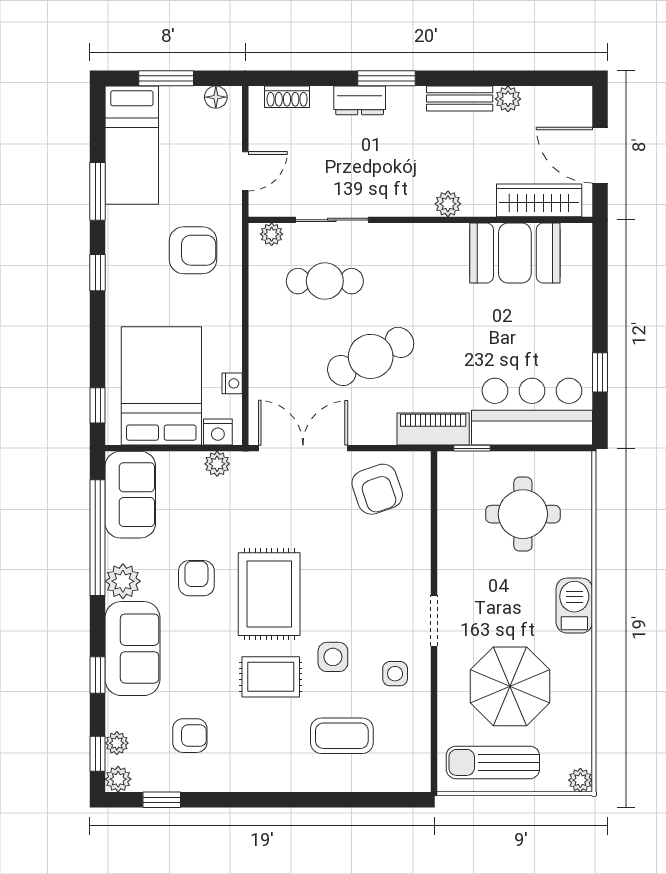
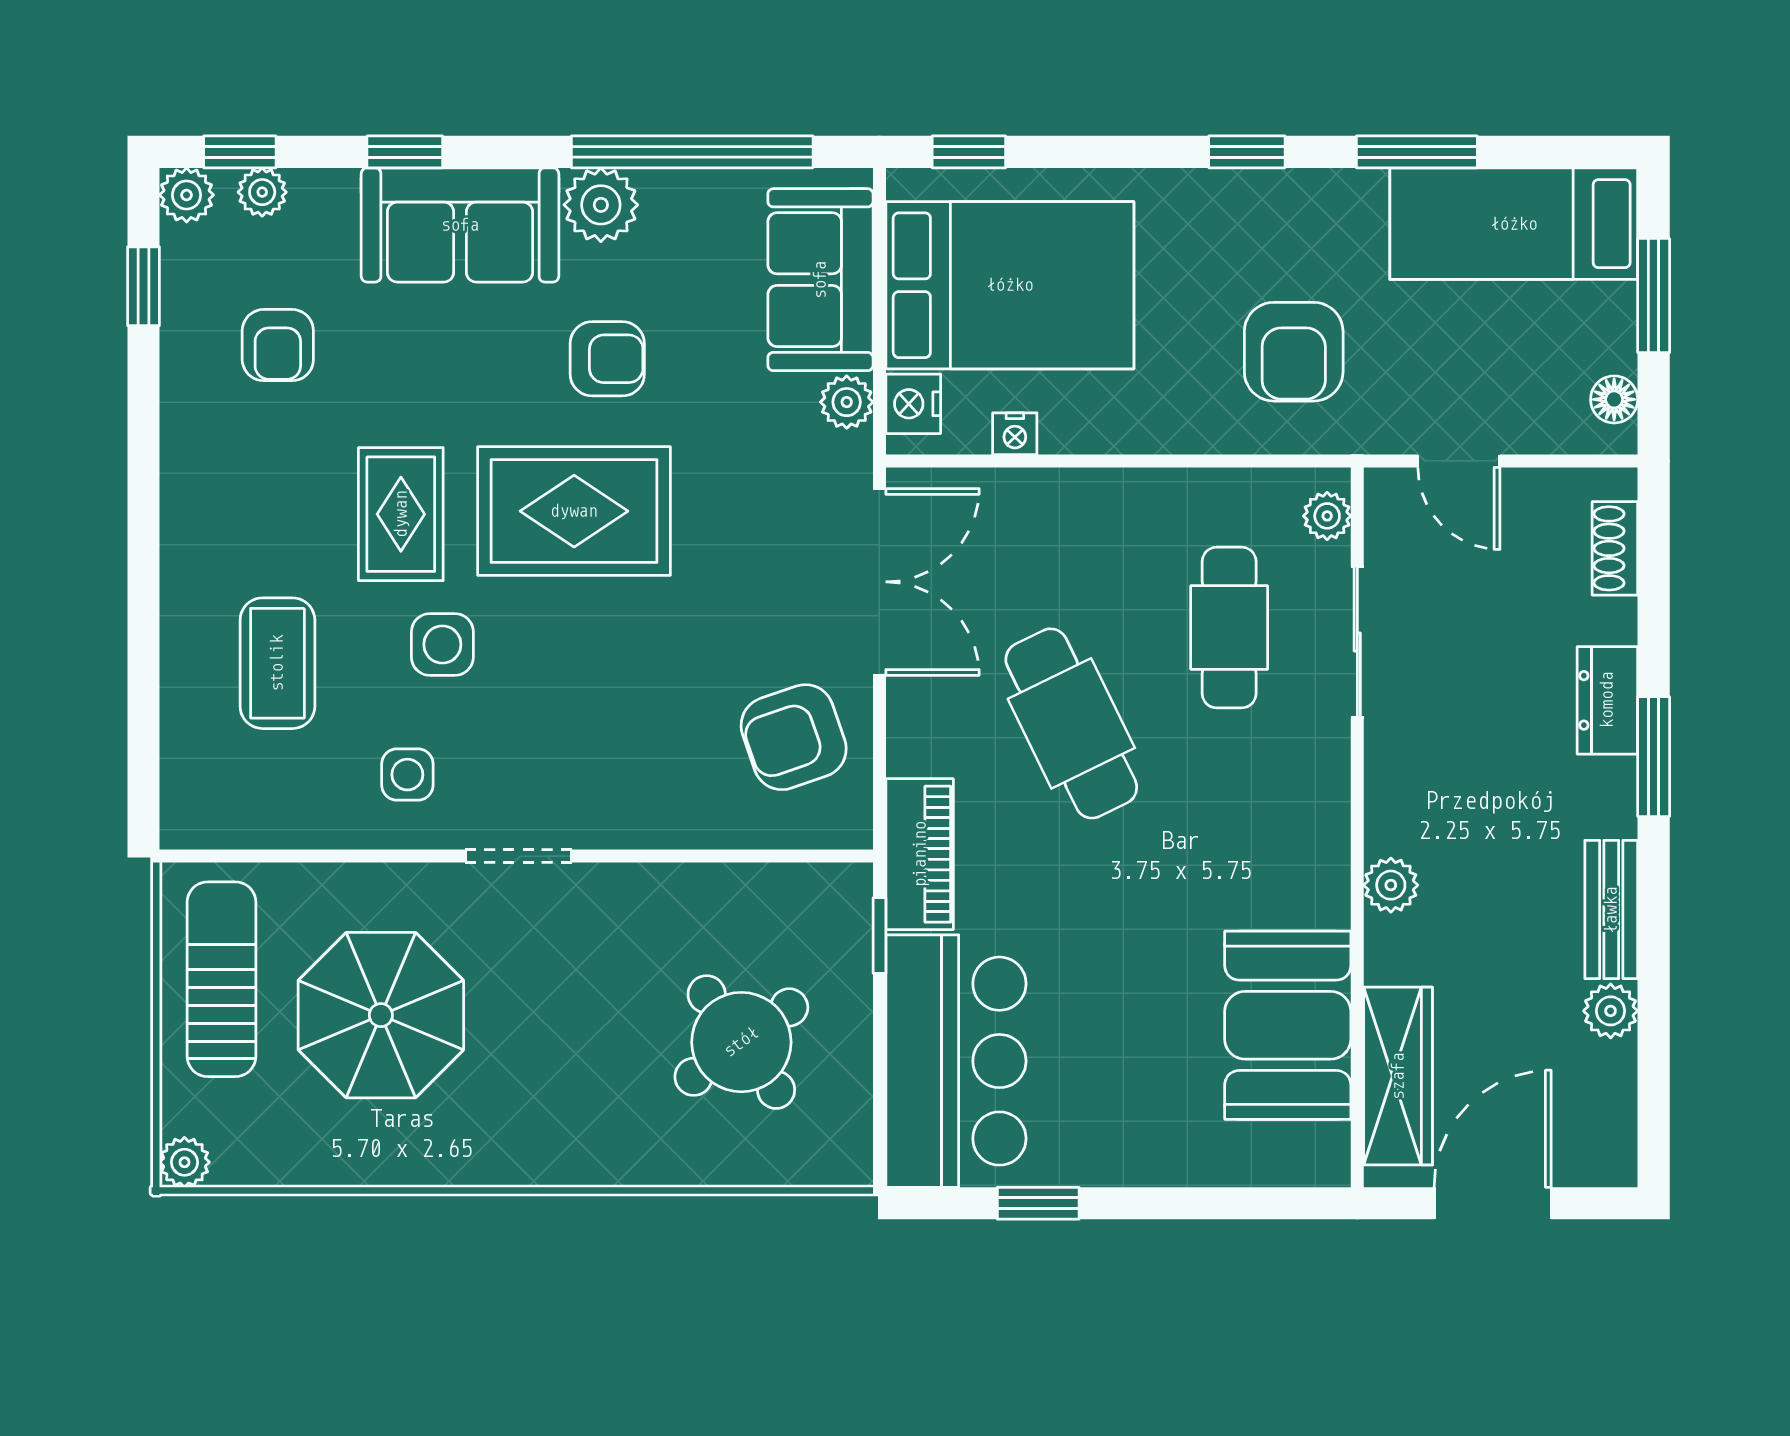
sofa: (130, 495) -> (820, 280), moved, turned 90
round table: (523, 514) -> (741, 1042), turned -36
barbecue: (574, 606) -> (550, 1150), removed

